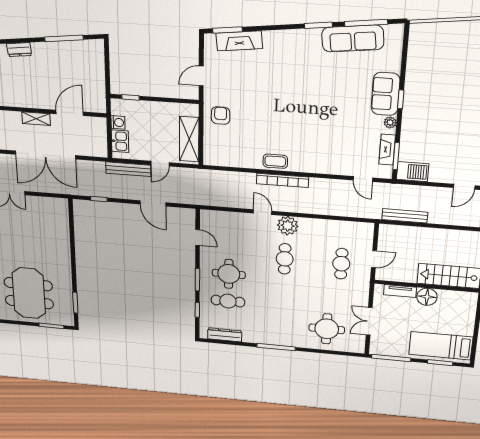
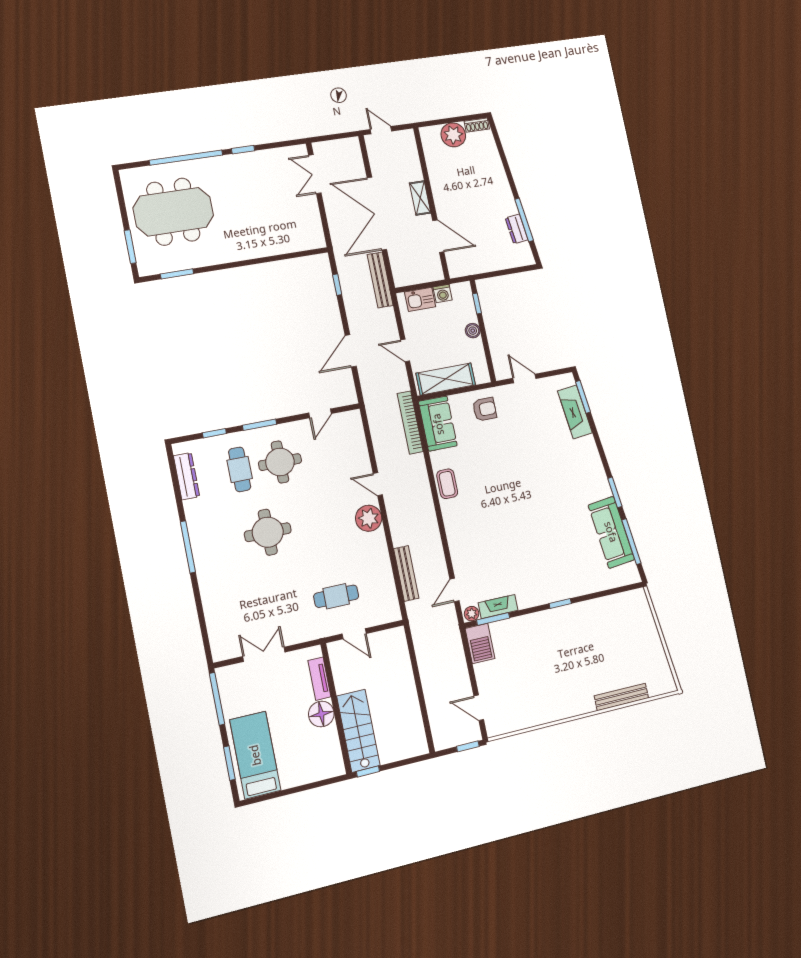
dresser: (19, 50) -> (517, 229), moved
sofa: (386, 94) -> (438, 424), moved, turned 90
boiler: (153, 107) -> (473, 331), added
plant: (390, 122) -> (472, 614), moved
bench: (128, 169) -> (380, 280), moved
bookcase: (282, 180) -> (410, 422), moved
door: (263, 212) -> (378, 484), swing flipped
bench: (405, 216) -> (406, 573), moved
cafe table: (285, 259) -> (322, 526), removed
round table: (327, 329) -> (268, 532), moved

